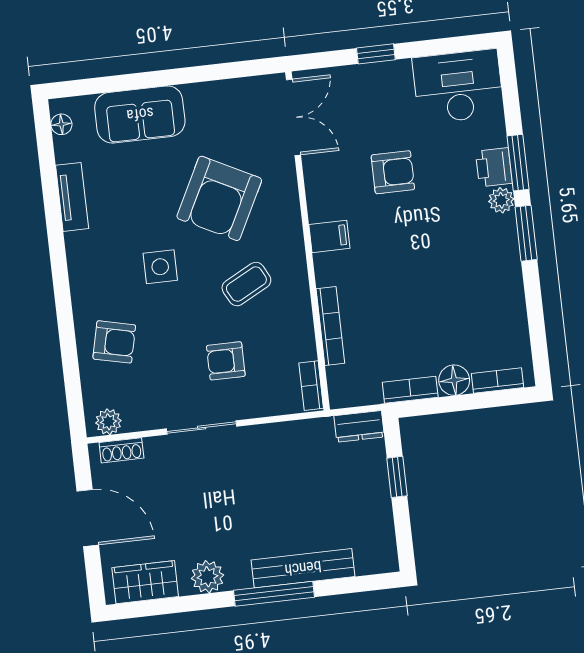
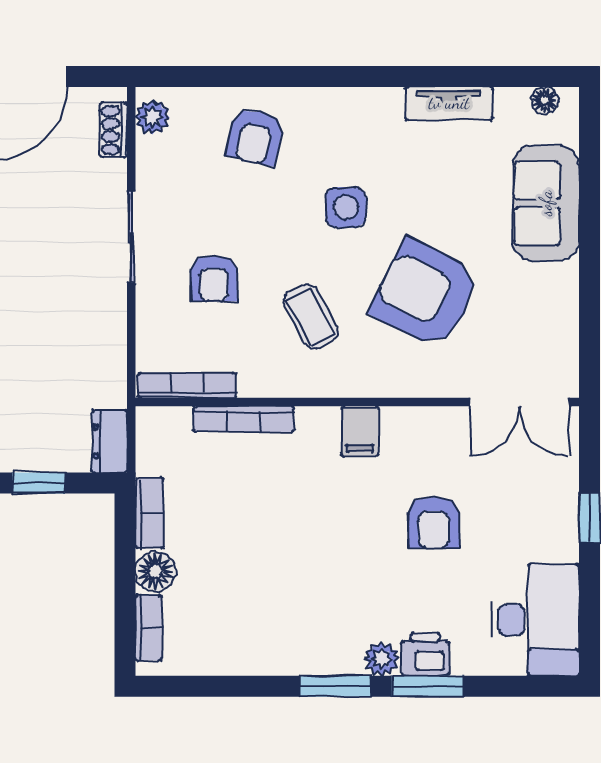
armchair: (226, 361) -> (214, 278), turned 180
bookcase: (311, 386) -> (187, 385), width x1.56

